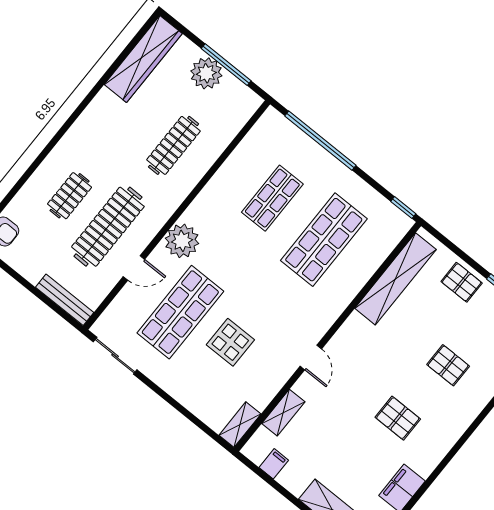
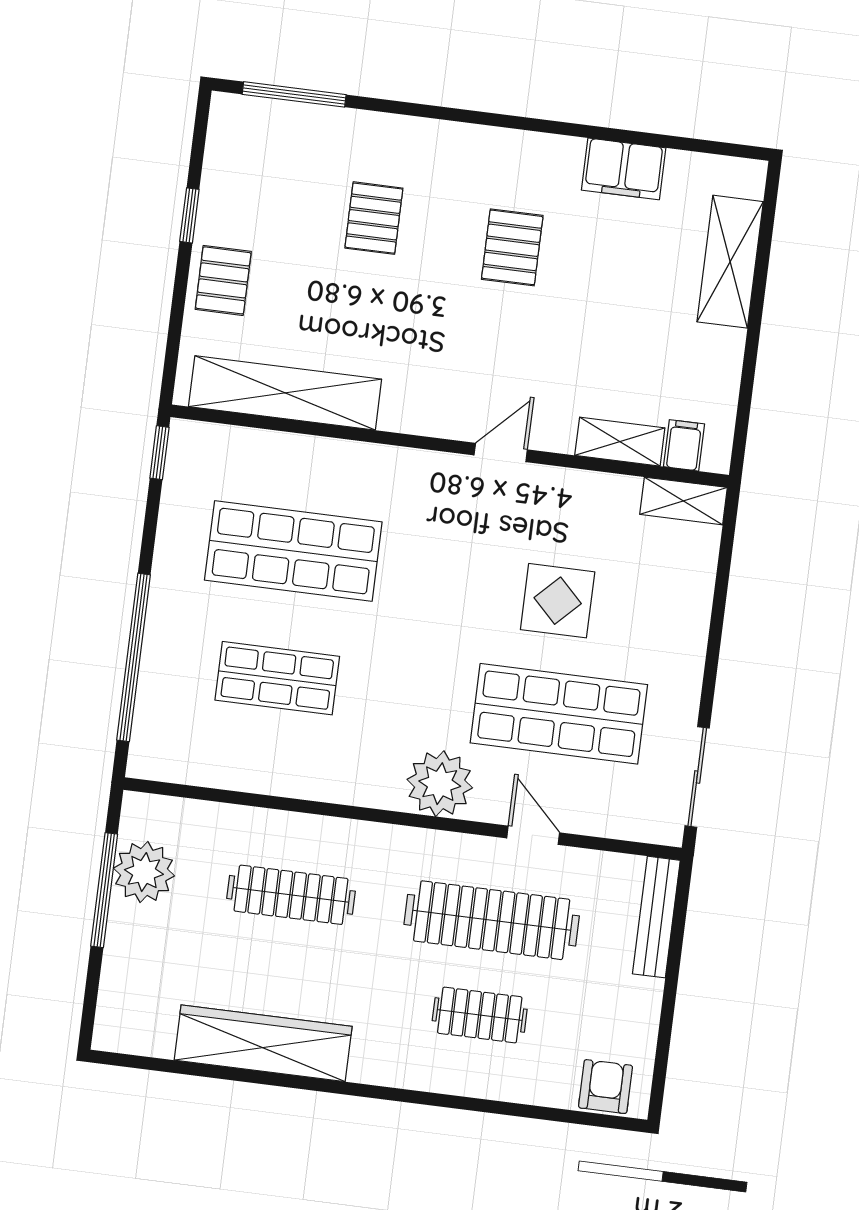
wardrobe: (143, 59) -> (263, 1043), moved
plant: (206, 73) -> (144, 872), moved
filing cabinet: (274, 464) -> (684, 445), moved, turned 90

